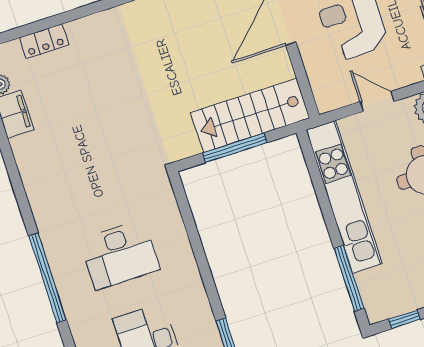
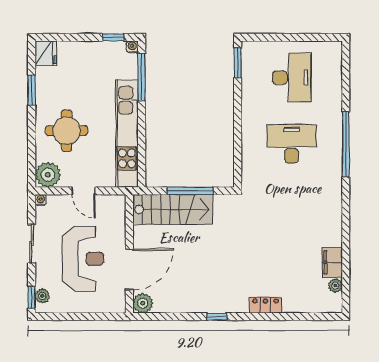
locker: (44, 41) -> (265, 305), moved
water cooler: (375, 315) -> (132, 47), added

